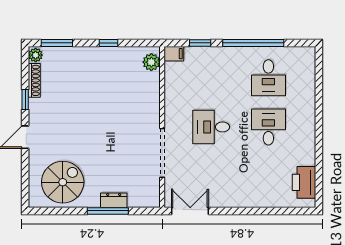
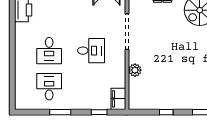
window: (253, 43) -> (60, 112), width x0.47
filing cabinet: (174, 54) -> (118, 99), width x2.00
plant: (151, 62) -> (135, 70), moved

